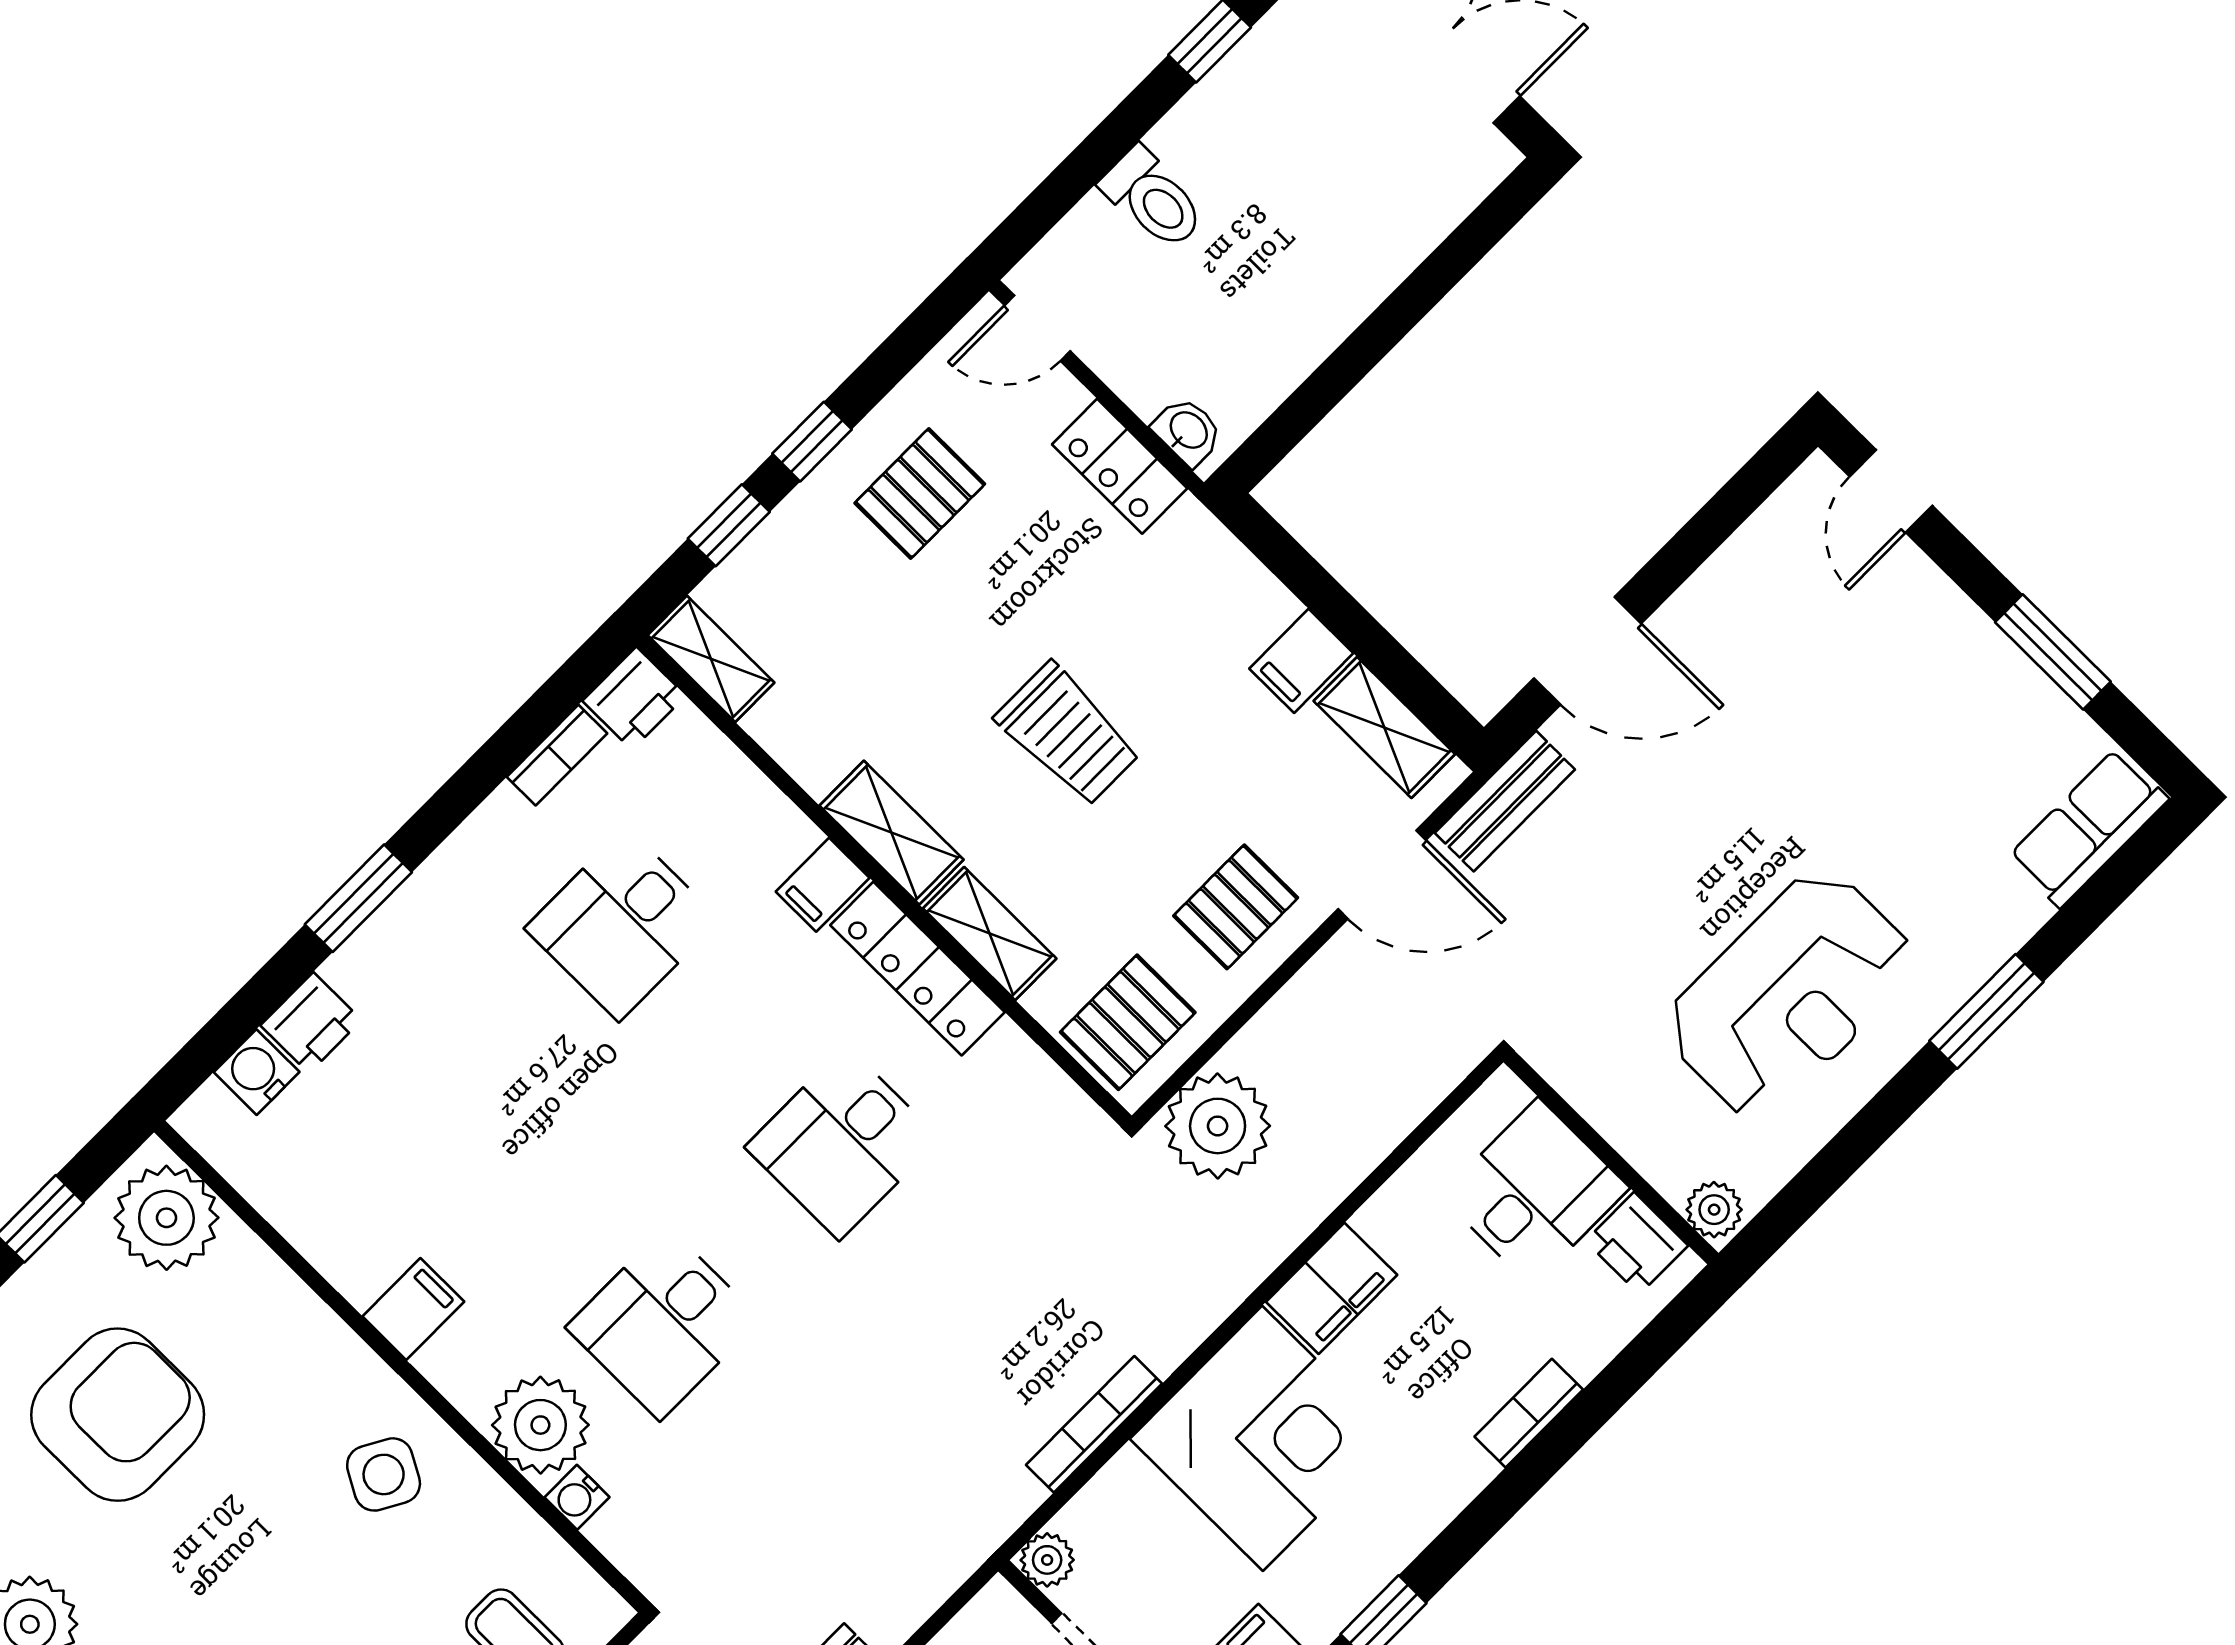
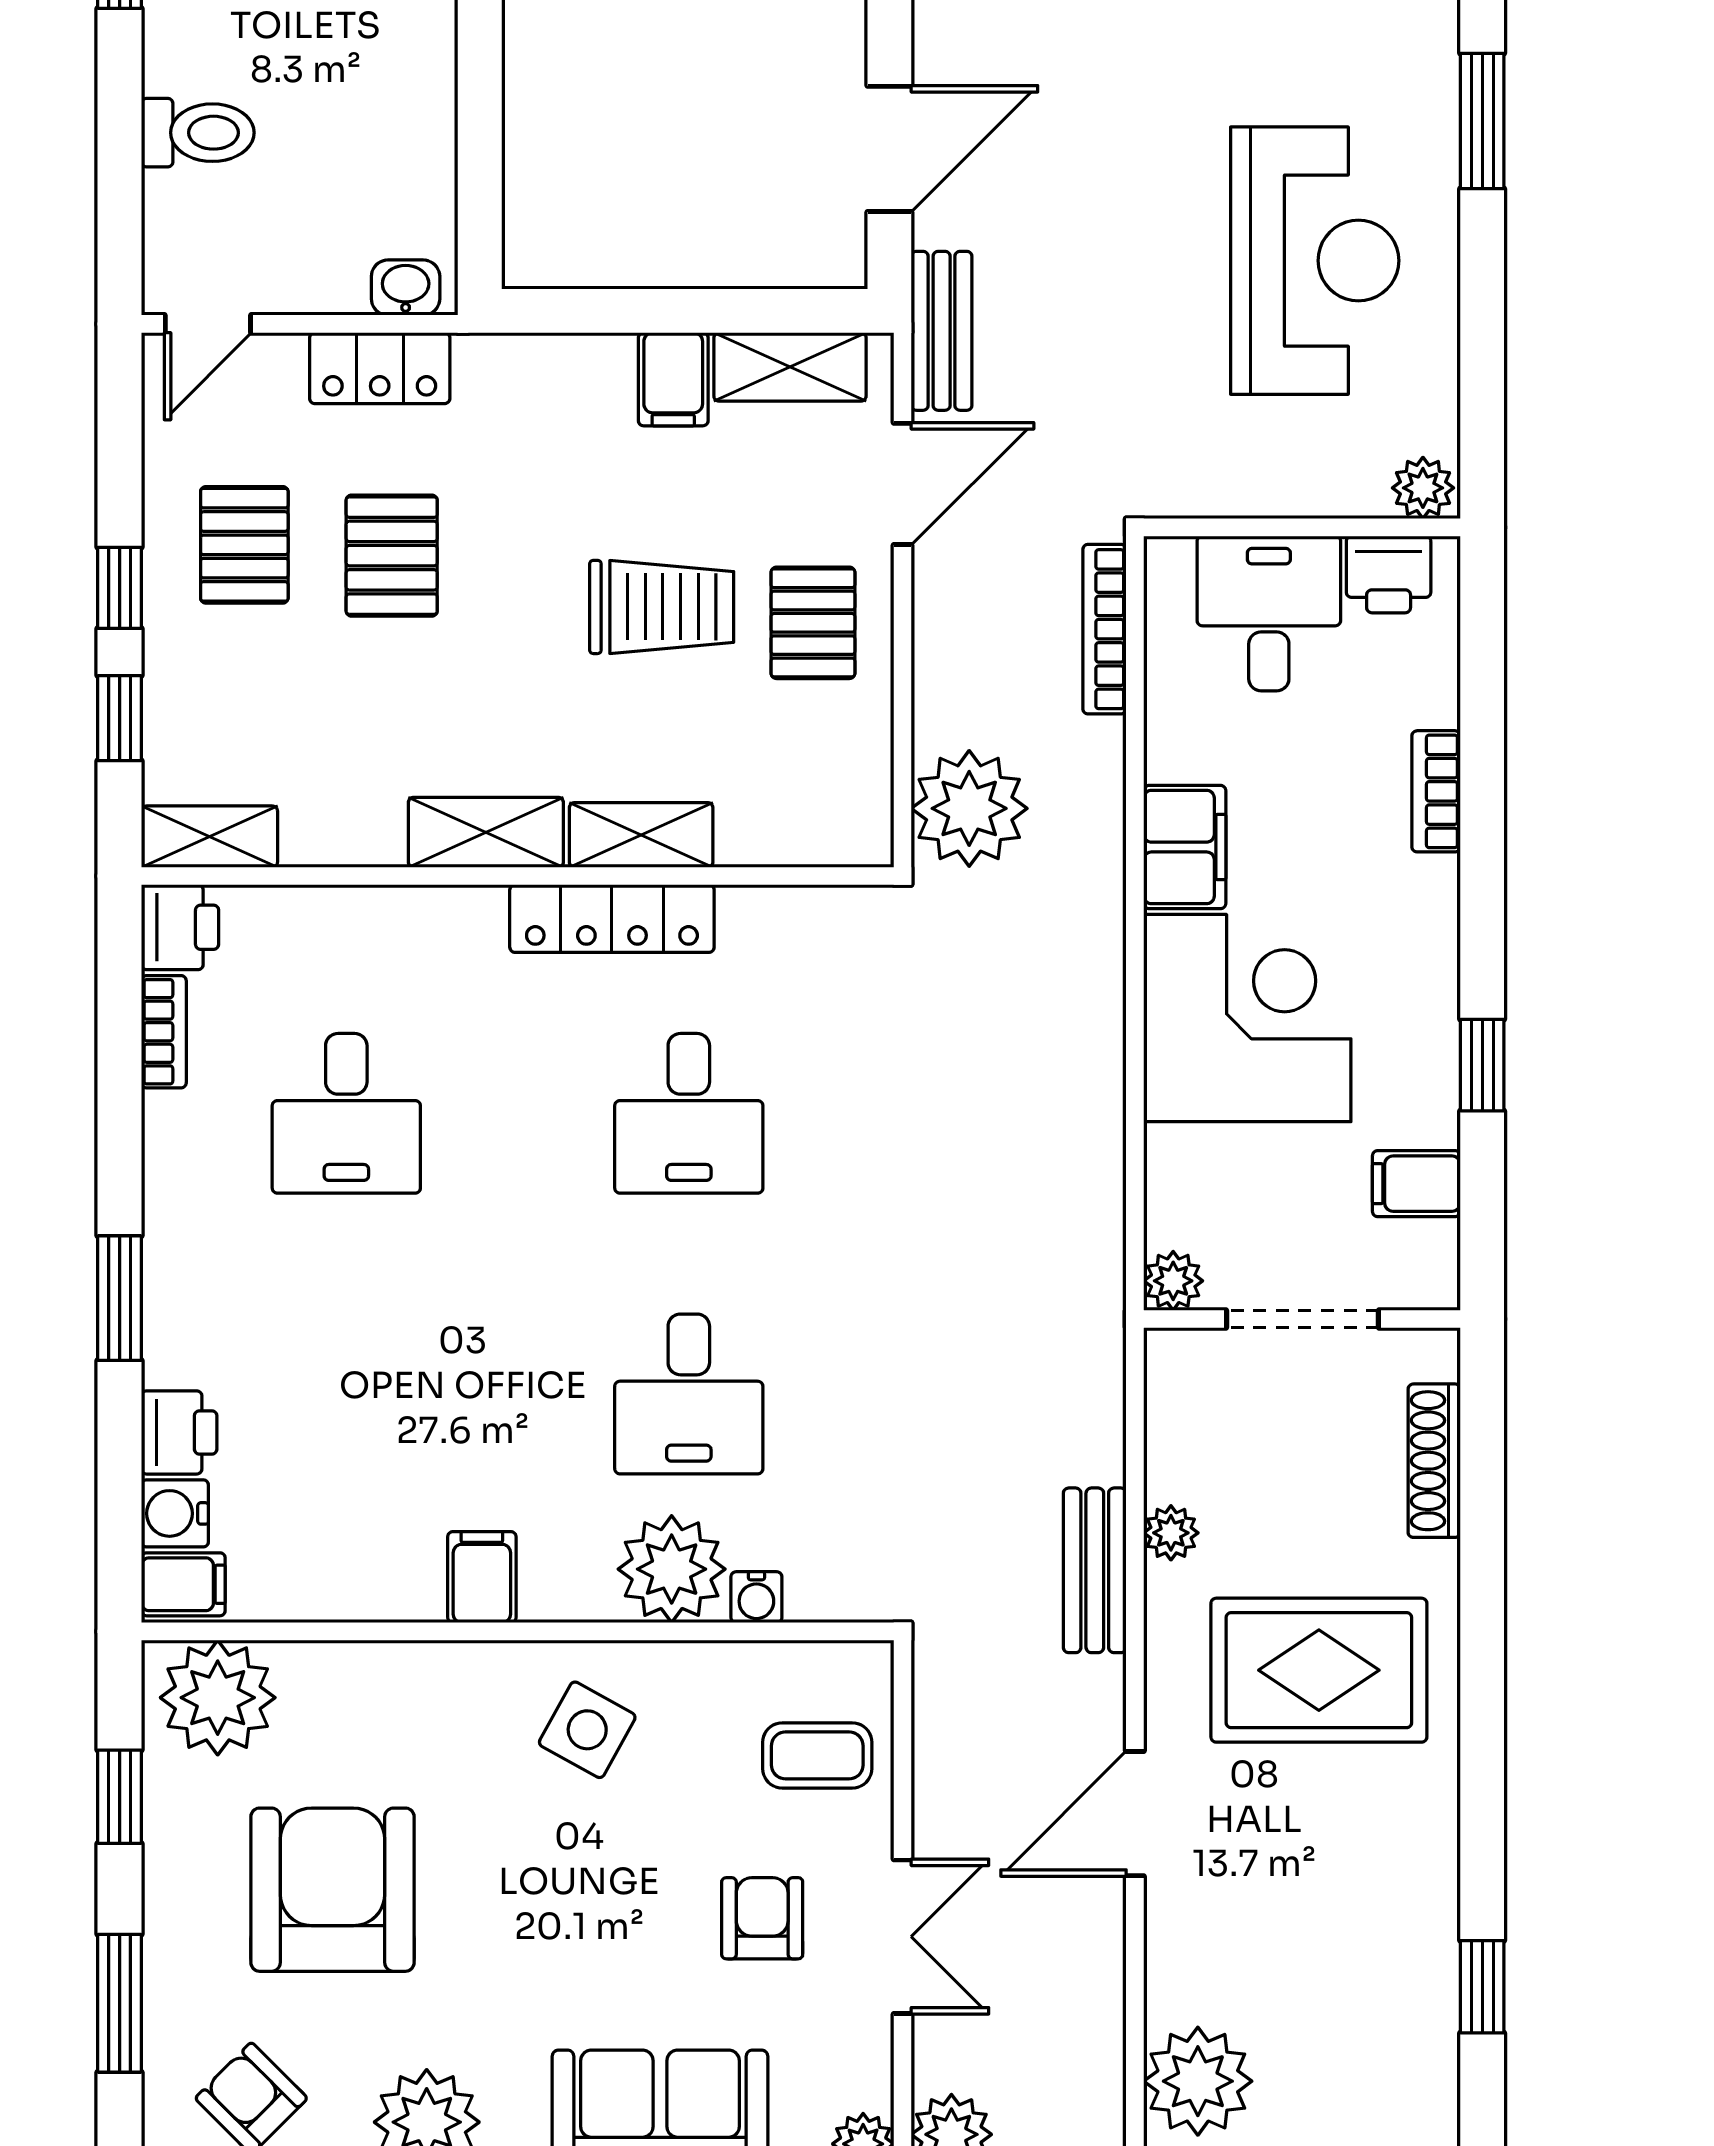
trolley: (1068, 734) -> (662, 607), moved
filing cabinet: (823, 885) -> (183, 1584), moved, turned -90
pallet: (1128, 1022) -> (392, 556), moved
bookcase: (1094, 1424) -> (1105, 629), moved

